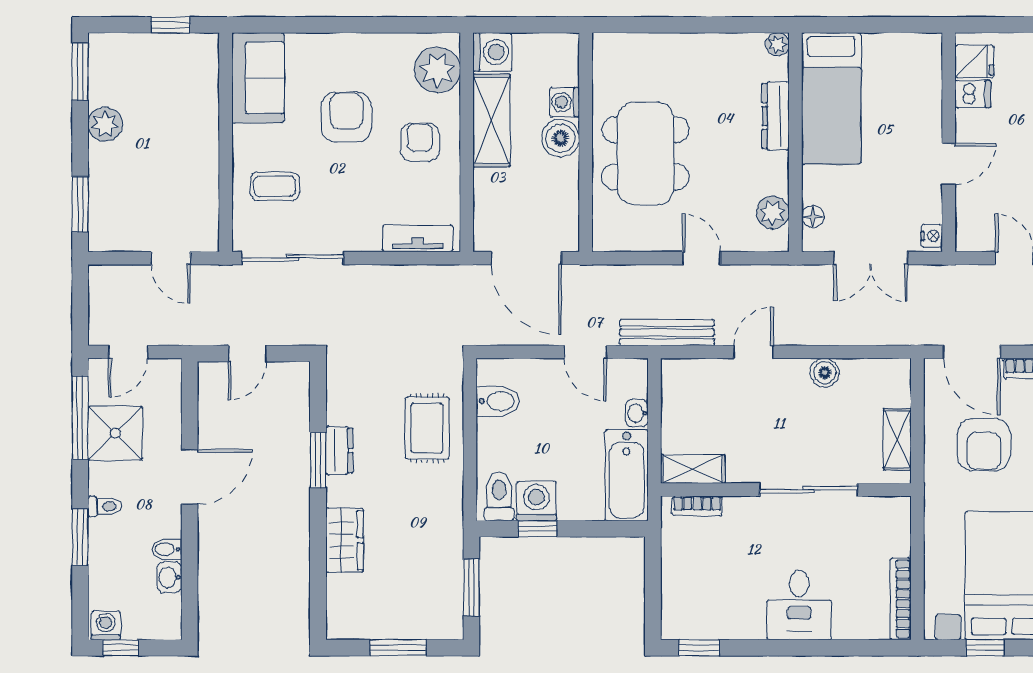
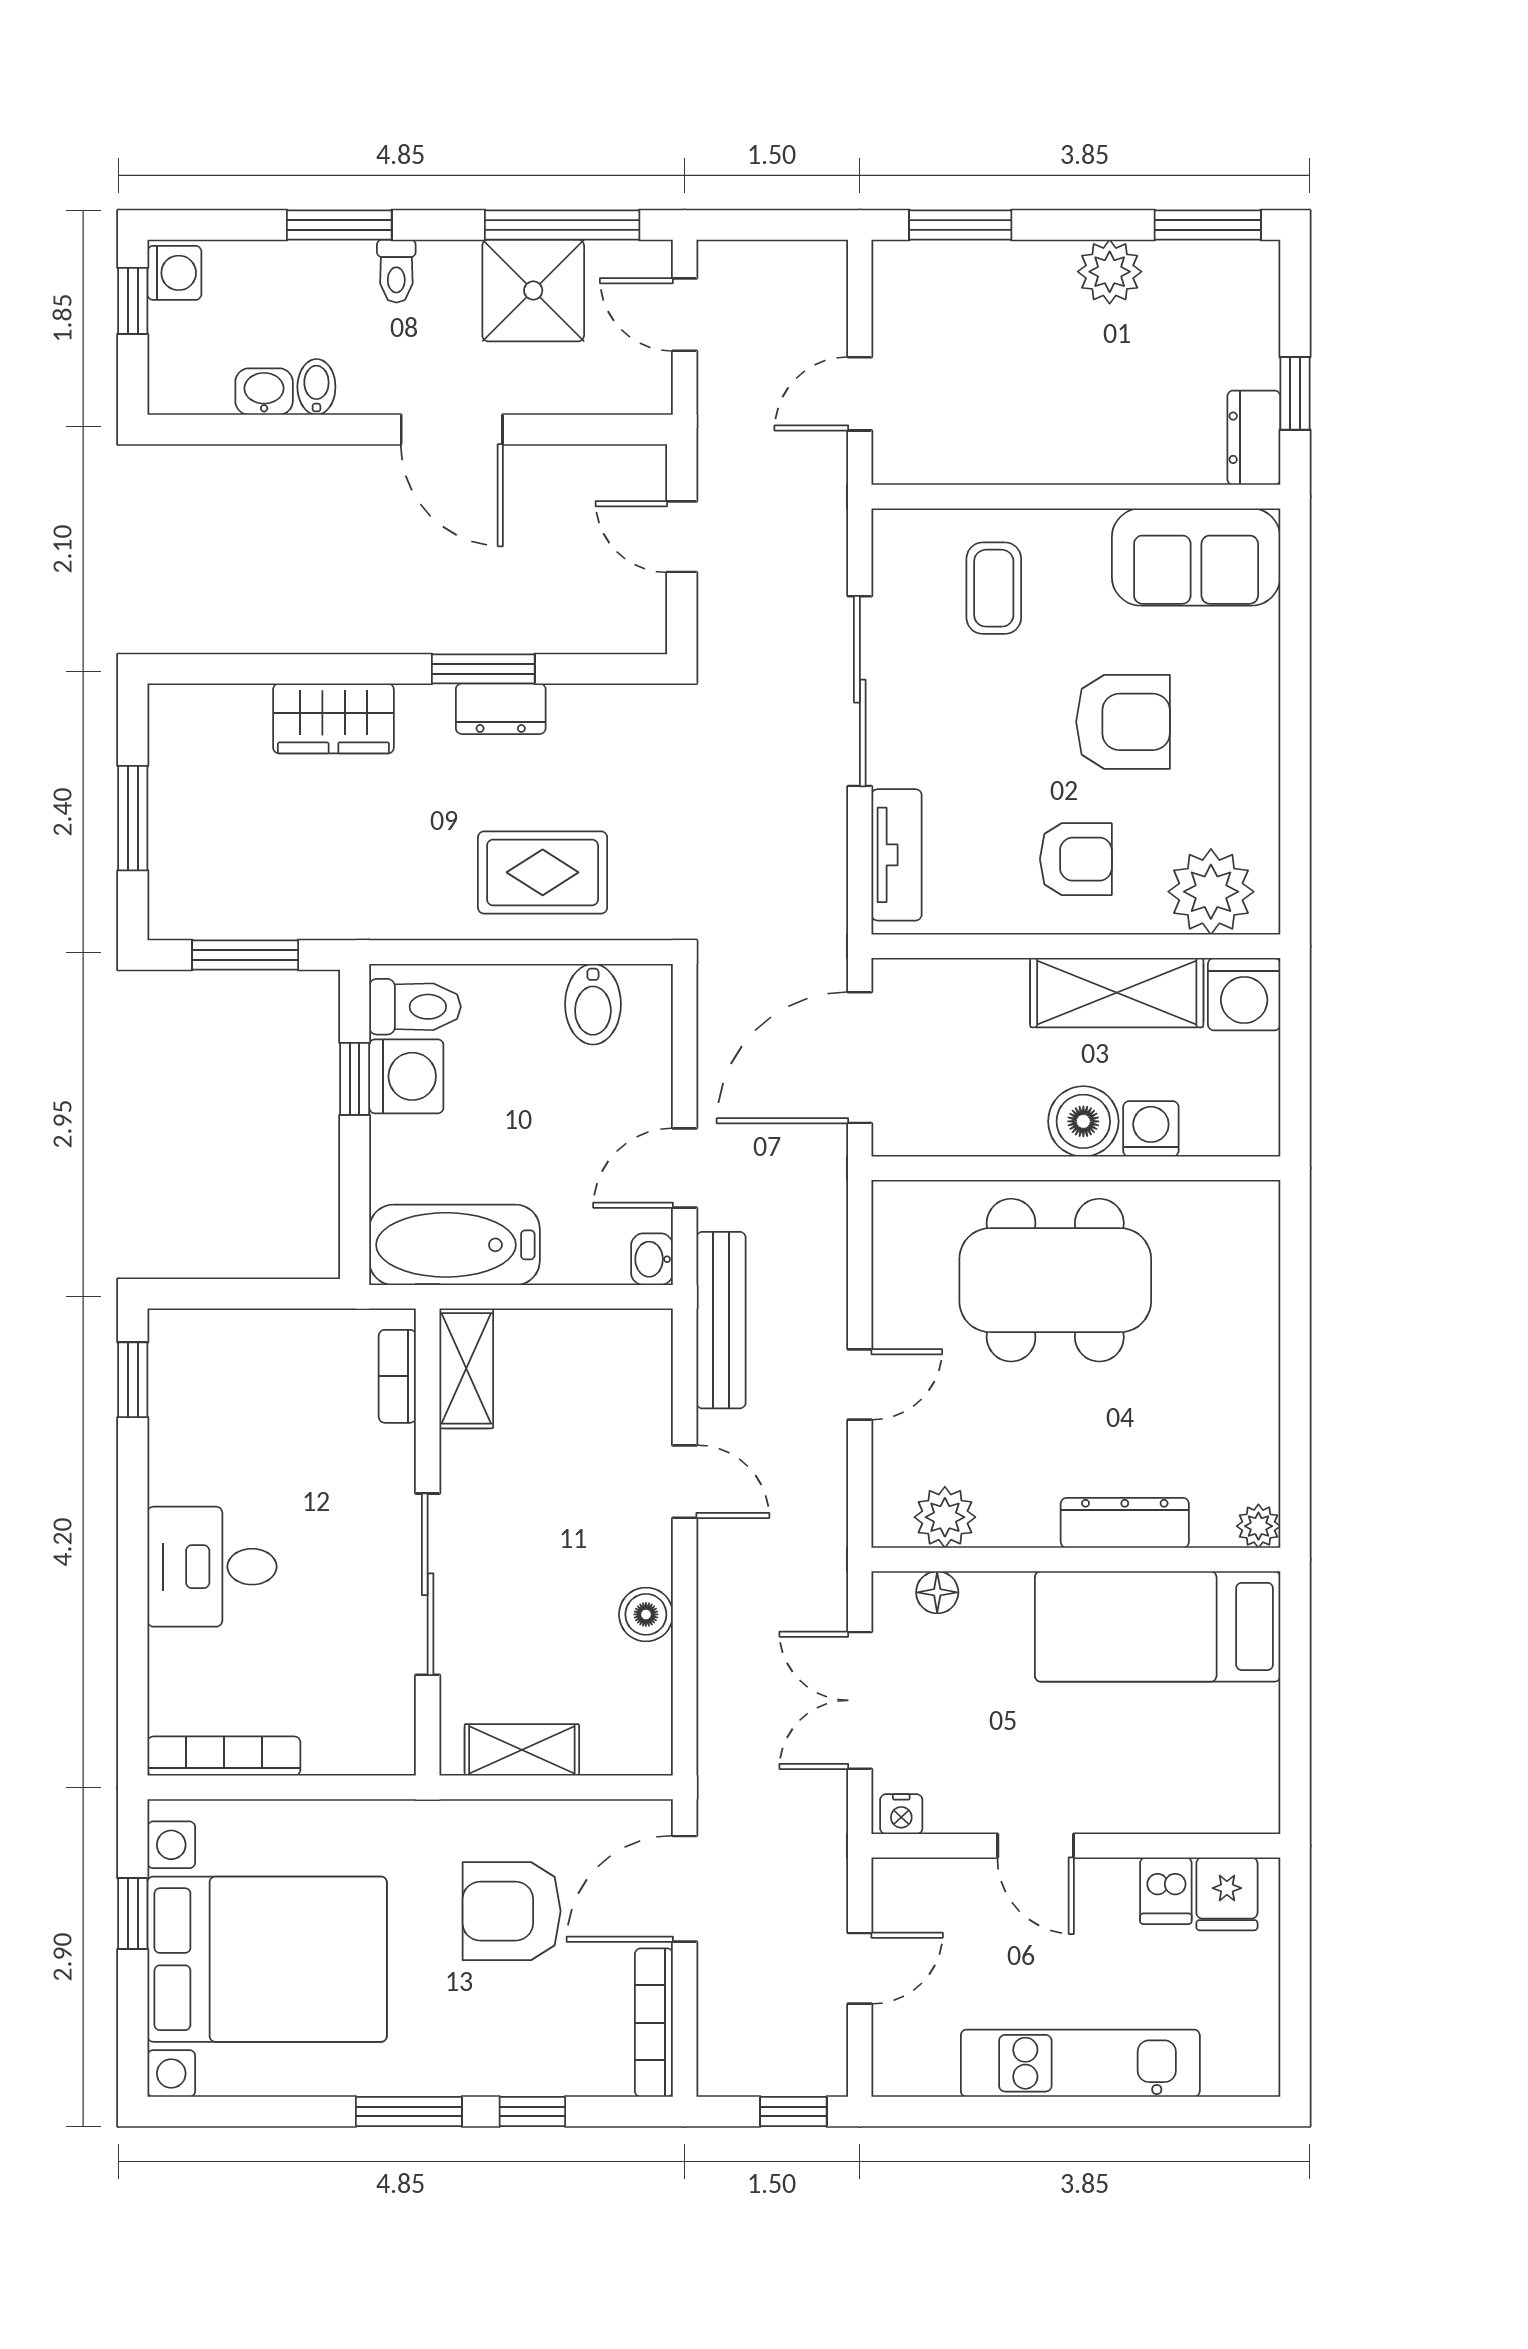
dresser: (194, 47) -> (1254, 438), added
sliding door: (293, 258) -> (860, 691), moved
washbasin: (637, 413) -> (652, 1259), moved, turned -90

